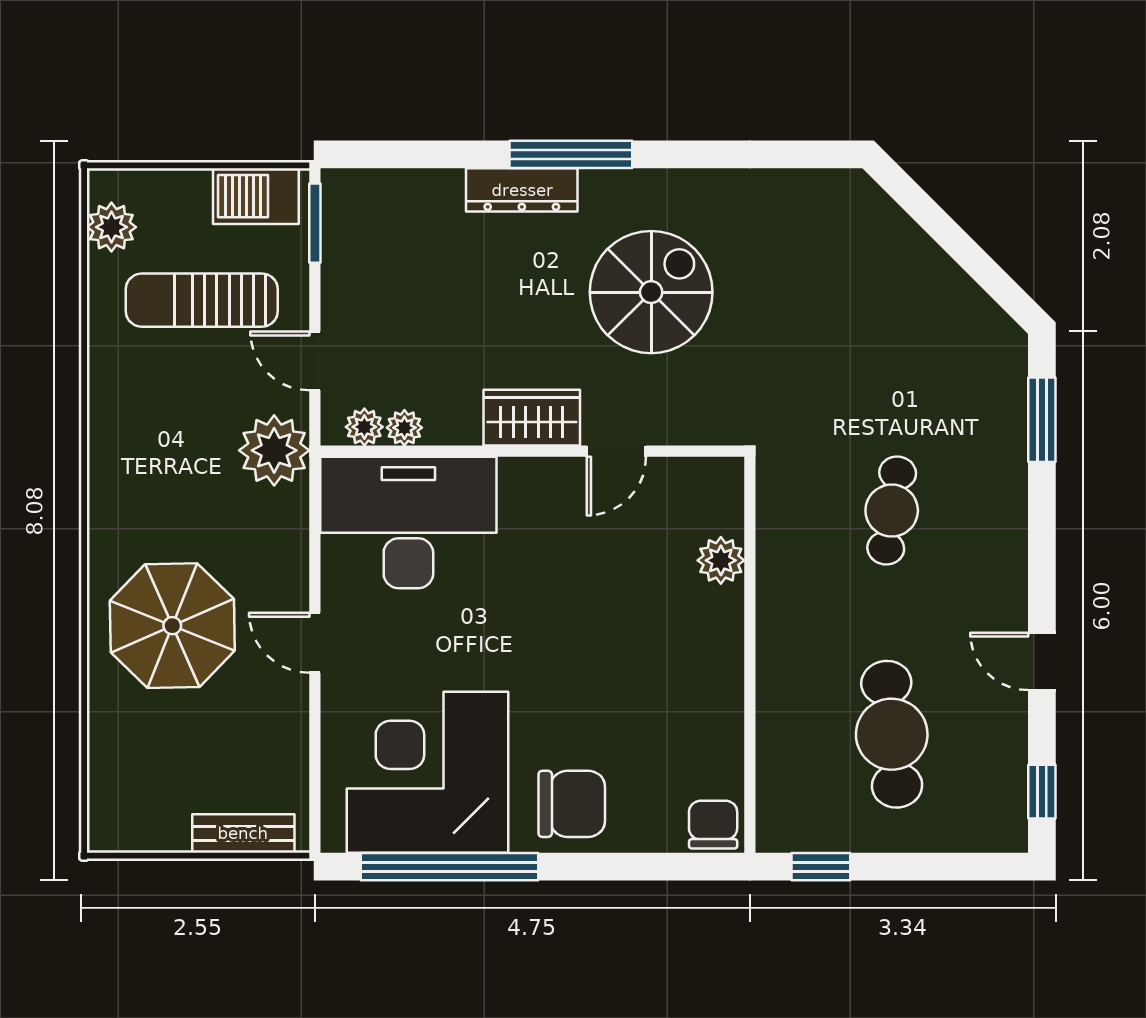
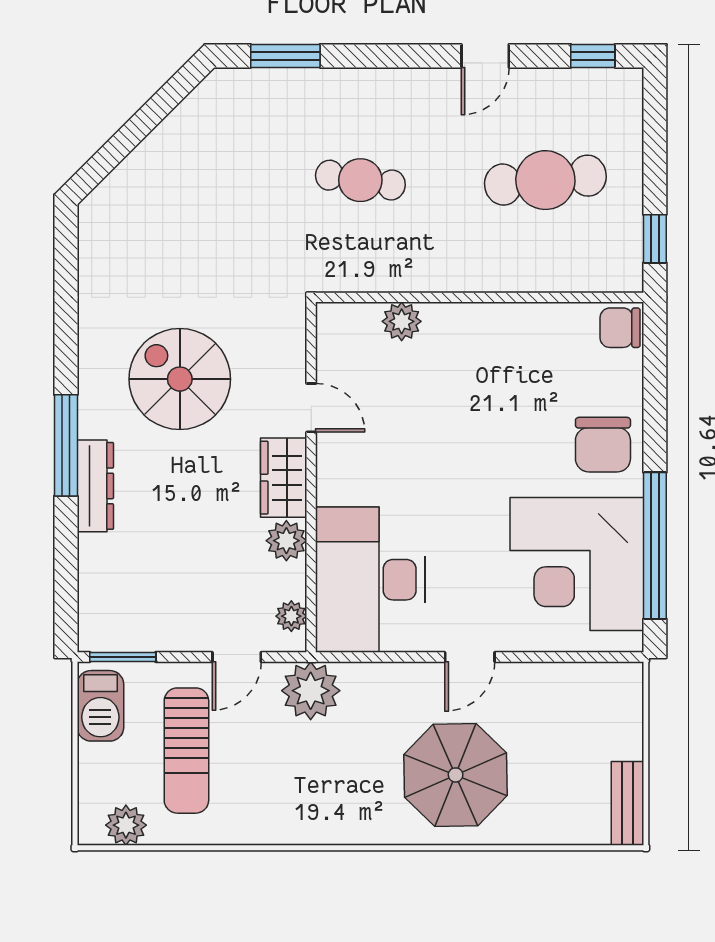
plant: (404, 428) -> (286, 541), moved, width x1.38, depth x1.38
chair: (572, 804) -> (603, 445), turned 180
bench: (243, 833) -> (627, 803), moved

